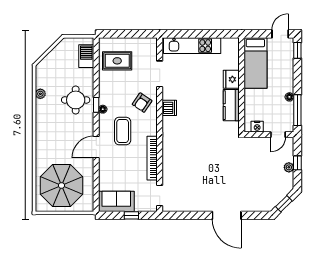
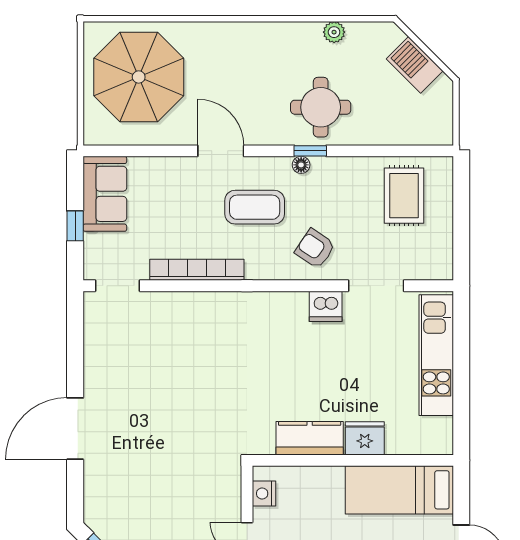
barbecue: (86, 56) -> (415, 65), moved, turned -135
dishwasher: (169, 108) -> (326, 306), moved

